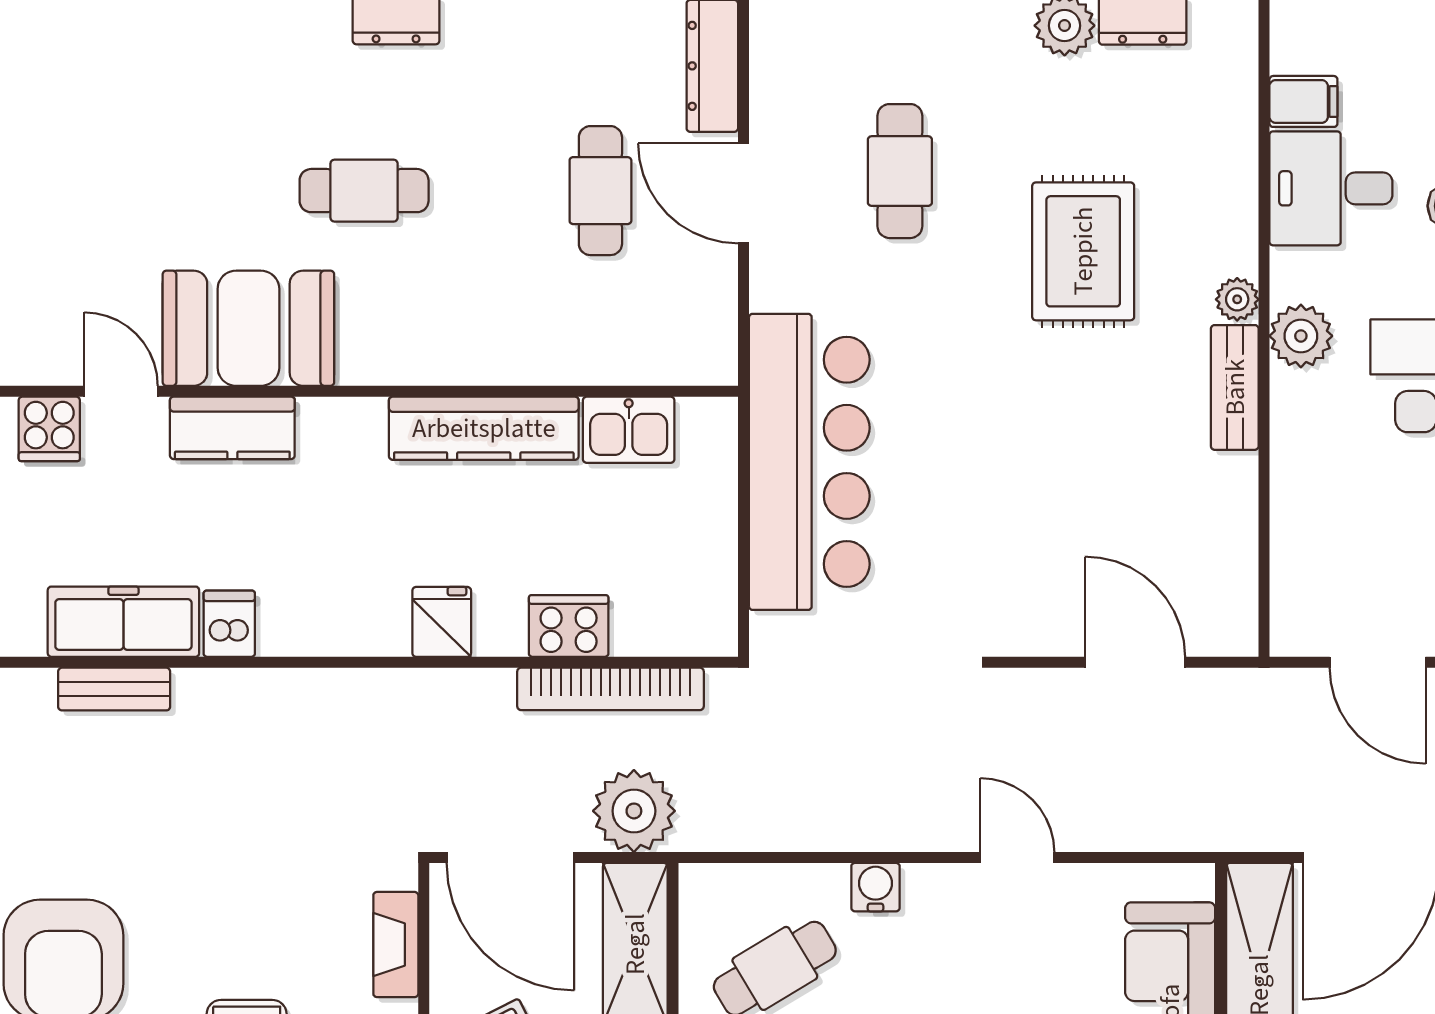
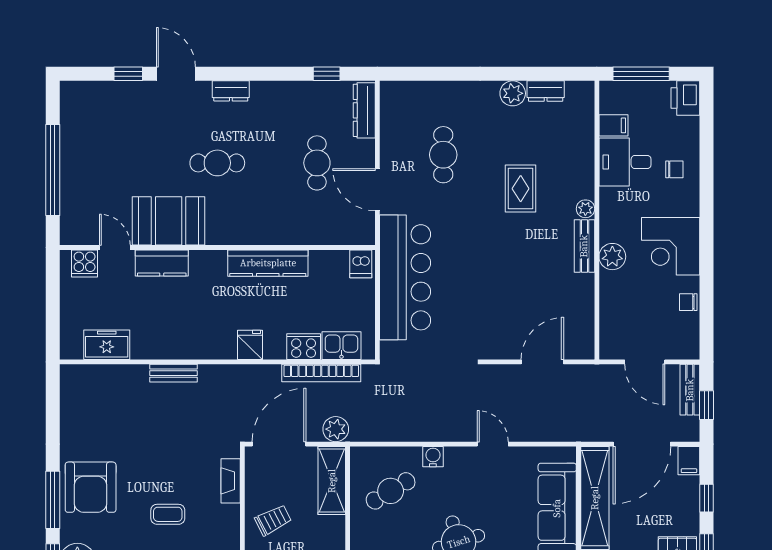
door: (744, 193) -> (377, 190), moved
rug: (1083, 251) -> (521, 189), width x0.73, depth x0.70
plant: (1301, 336) -> (612, 257), moved
kitchen sink: (629, 430) -> (341, 346), moved, turned 180
freezer: (123, 622) -> (107, 345), width x0.71
dishwasher: (229, 624) -> (361, 264), moved, turned 180
door: (1135, 662) -> (542, 362), hinge flipped
bench: (114, 689) -> (173, 373), moved
plant: (634, 811) -> (336, 429), width x0.73, depth x0.73
door: (510, 857) -> (279, 444), swing flipped

